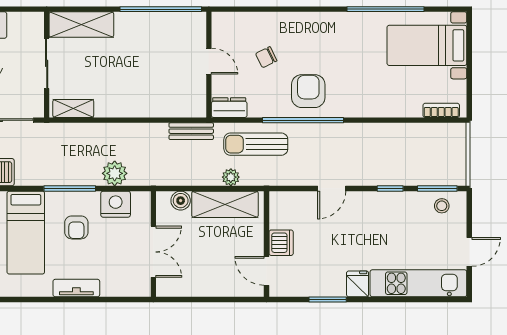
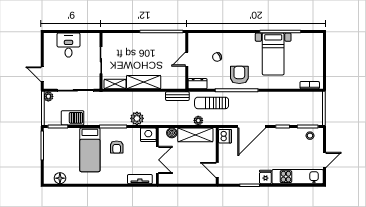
shelving: (81, 25) -> (144, 82), moved
bed with nightstands: (427, 45) -> (273, 54), moved, turned -90
door: (209, 61) -> (187, 59), swing flipped
door: (332, 188) -> (252, 126), width x1.87
nightstand: (116, 204) -> (148, 135), moved
dishwasher: (281, 243) -> (225, 136), moved
tv unit: (76, 288) -> (140, 179), moved

